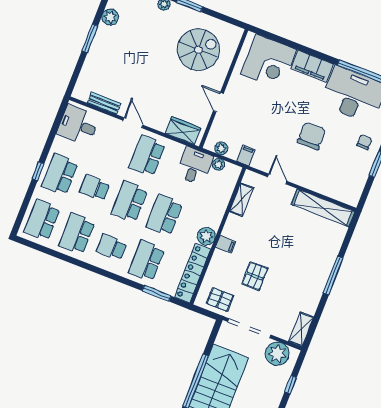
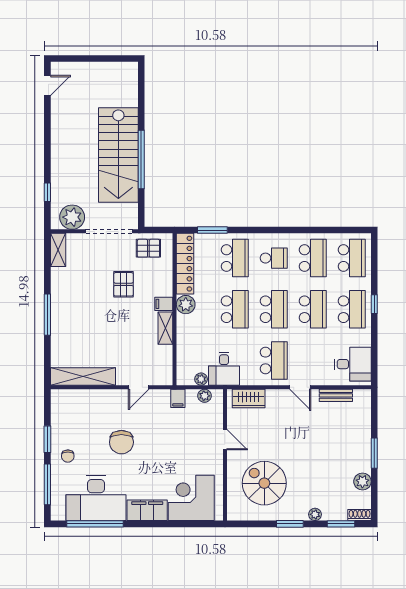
spiral stairs: (198, 50) -> (264, 483), turned 90
door: (277, 179) -> (139, 387), hinge flipped
school desk: (95, 188) -> (313, 309), width x1.85
shelving: (241, 200) -> (165, 328), moved

